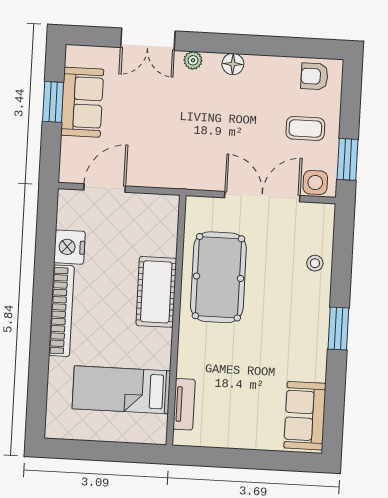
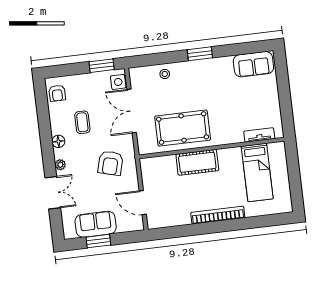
coffee table: (305, 128) -> (82, 122), moved
armchair: (181, 145) -> (110, 163), added
nightstand: (69, 247) -> (180, 217), removed

